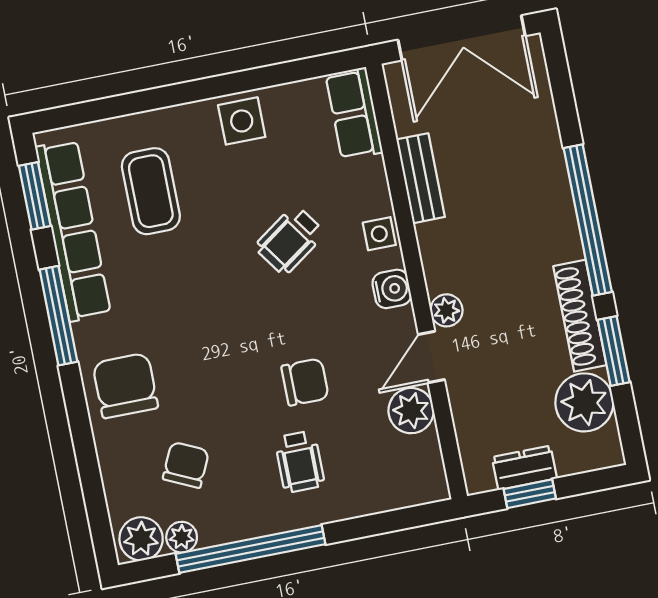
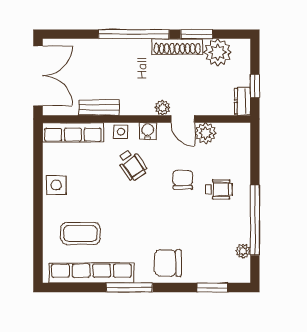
row of seats: (354, 114) -> (73, 132), width x1.48
window: (35, 196) -> (212, 288), moved
wheelchair: (290, 240) -> (132, 165), moved
chair: (186, 465) -> (210, 242), removed
dresser: (524, 468) -> (242, 101), moved
plant: (141, 539) -> (240, 270), removed

